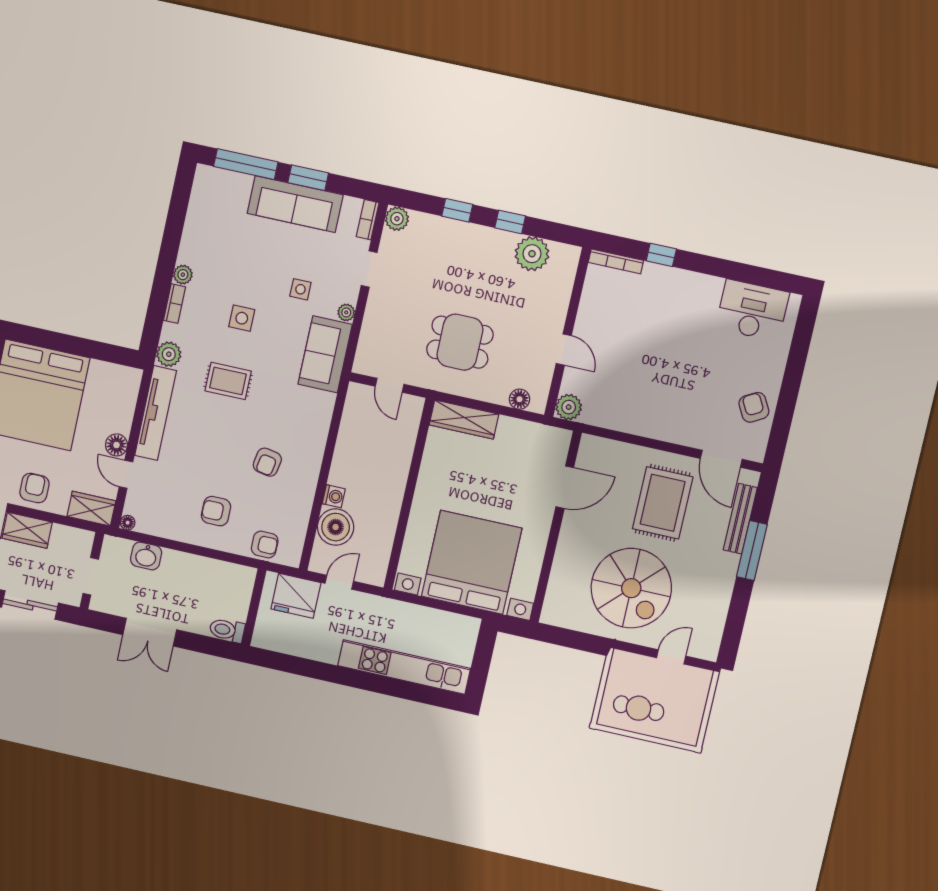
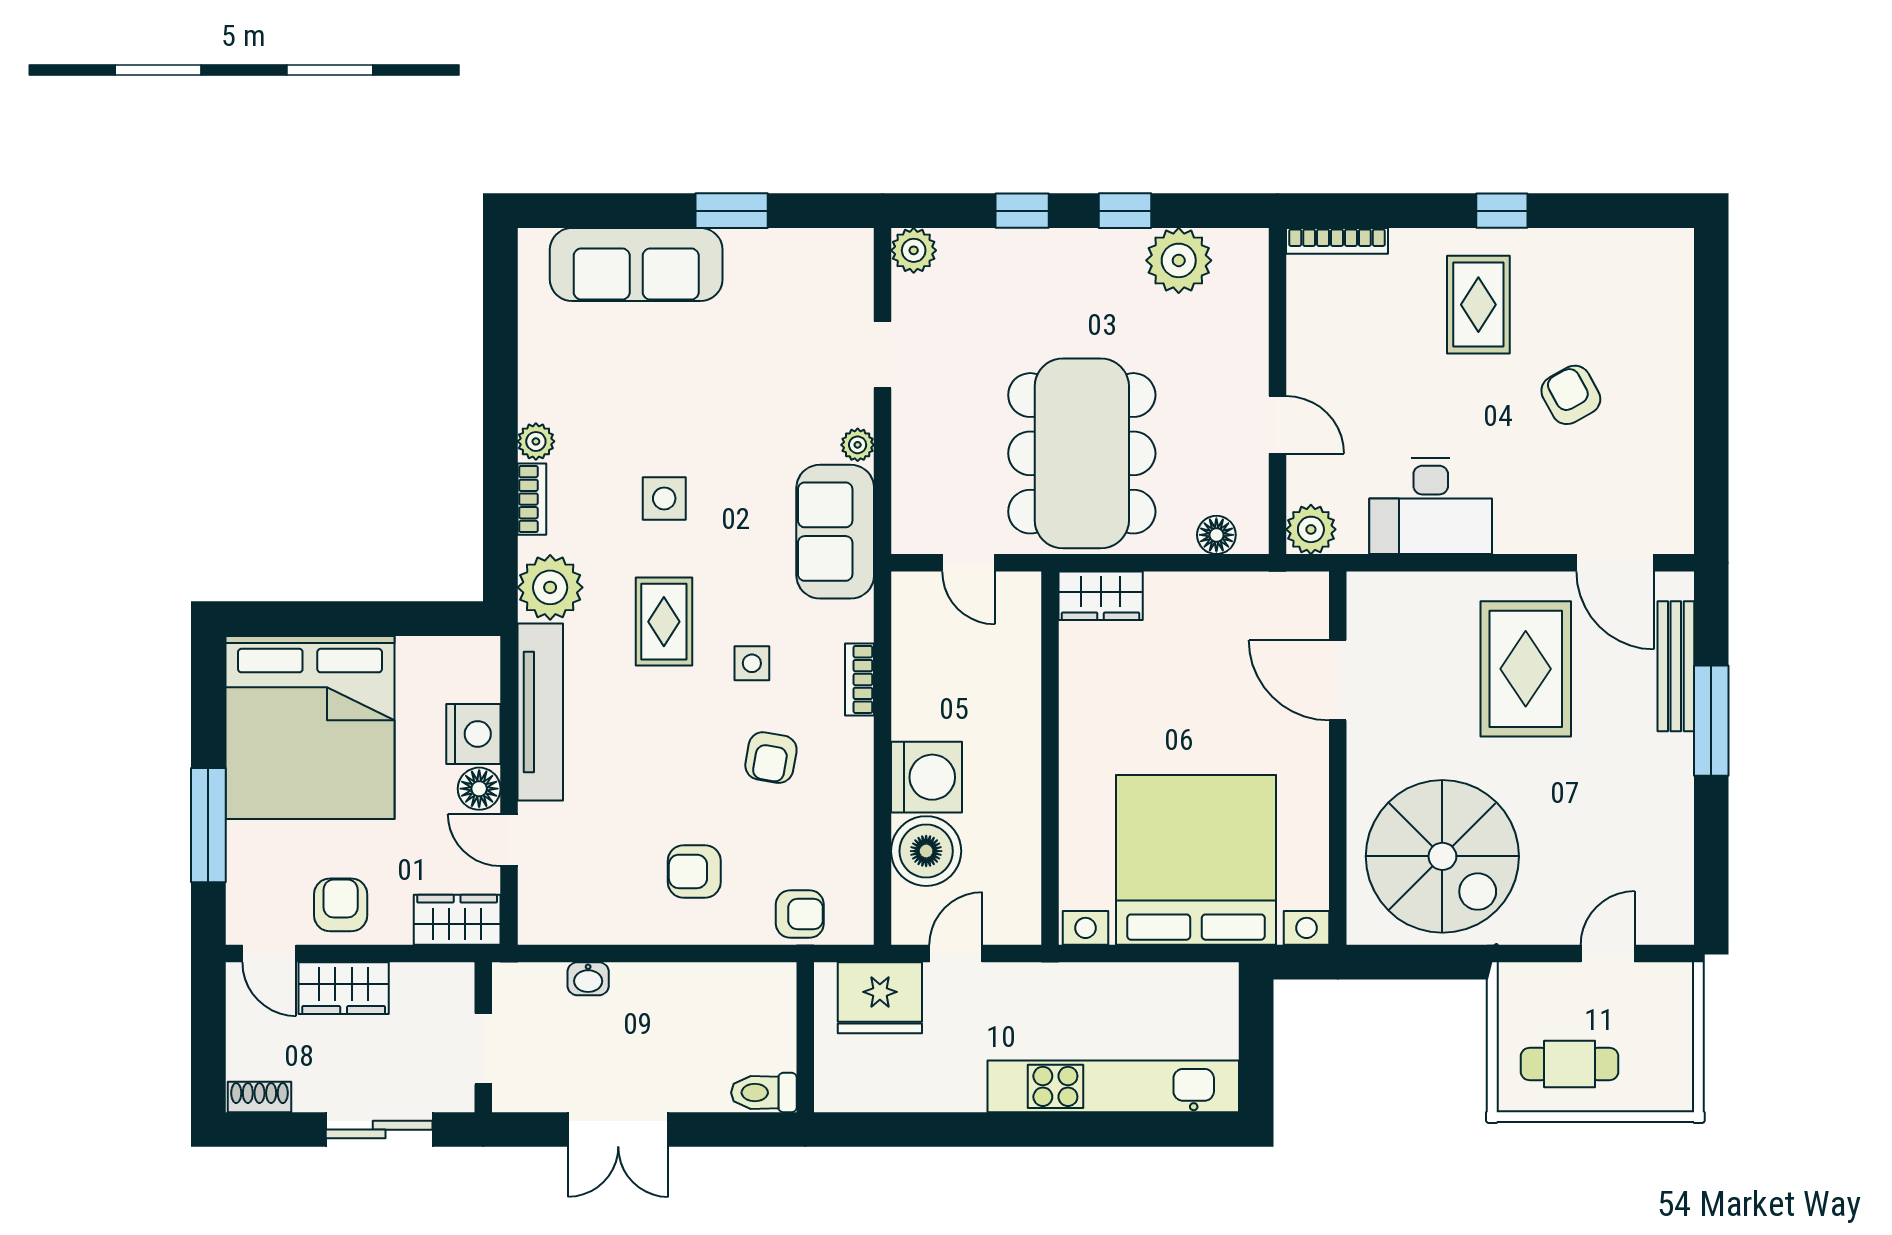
window: (246, 164) -> (610, 211), removed
sofa: (295, 204) -> (636, 264), moved
bookcase: (368, 220) -> (860, 679), moved
window: (661, 255) -> (1502, 211), moved
side table: (300, 289) -> (752, 663), moved
rug: (681, 310) -> (1478, 305), added
desk: (752, 310) -> (1431, 506), moved, turned 180
dining table: (460, 342) -> (1082, 453), width x1.88, depth x1.24
plant: (169, 354) -> (550, 587), width x1.36, depth x1.36
rug: (228, 381) -> (664, 622), turned 90
armchair: (754, 407) -> (1571, 395), moved
nightstand: (119, 417) -> (473, 734), added
wardrobe: (464, 419) -> (1101, 596), width x0.67
door: (565, 487) -> (1338, 680), swing flipped
washing machine: (334, 496) -> (927, 777), width x1.89, depth x1.89
floor lamp: (128, 523) -> (532, 931), removed
washbasin: (146, 556) -> (588, 979), width x0.72, depth x0.69
spiral stairs: (631, 588) -> (1442, 856), moved

